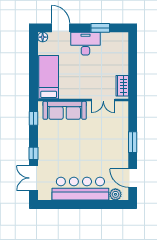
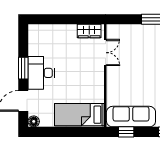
window: (100, 28) -> (23, 68), moved
sofa: (65, 110) -> (131, 117), moved, turned -90

